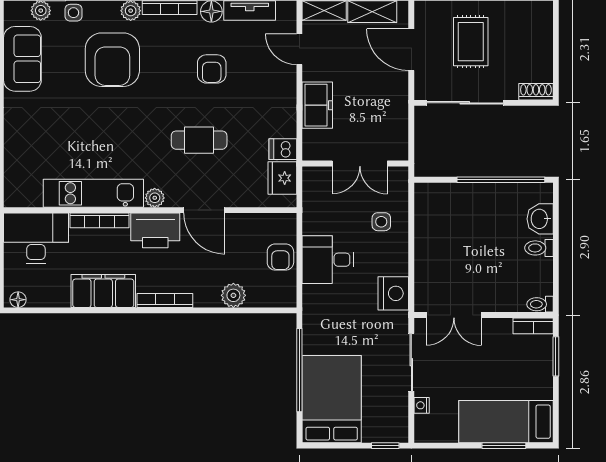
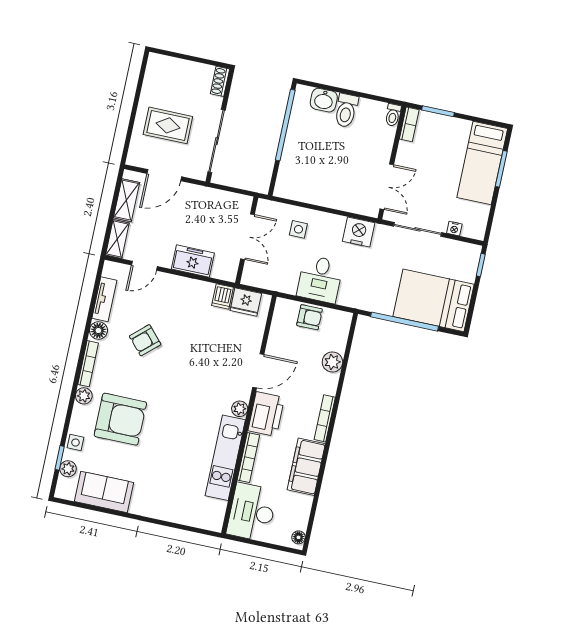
armchair: (212, 69) -> (145, 340), turned 138
cafe table: (199, 140) -> (201, 363), removed
toilet: (539, 248) -> (346, 110), width x1.37, depth x1.39

